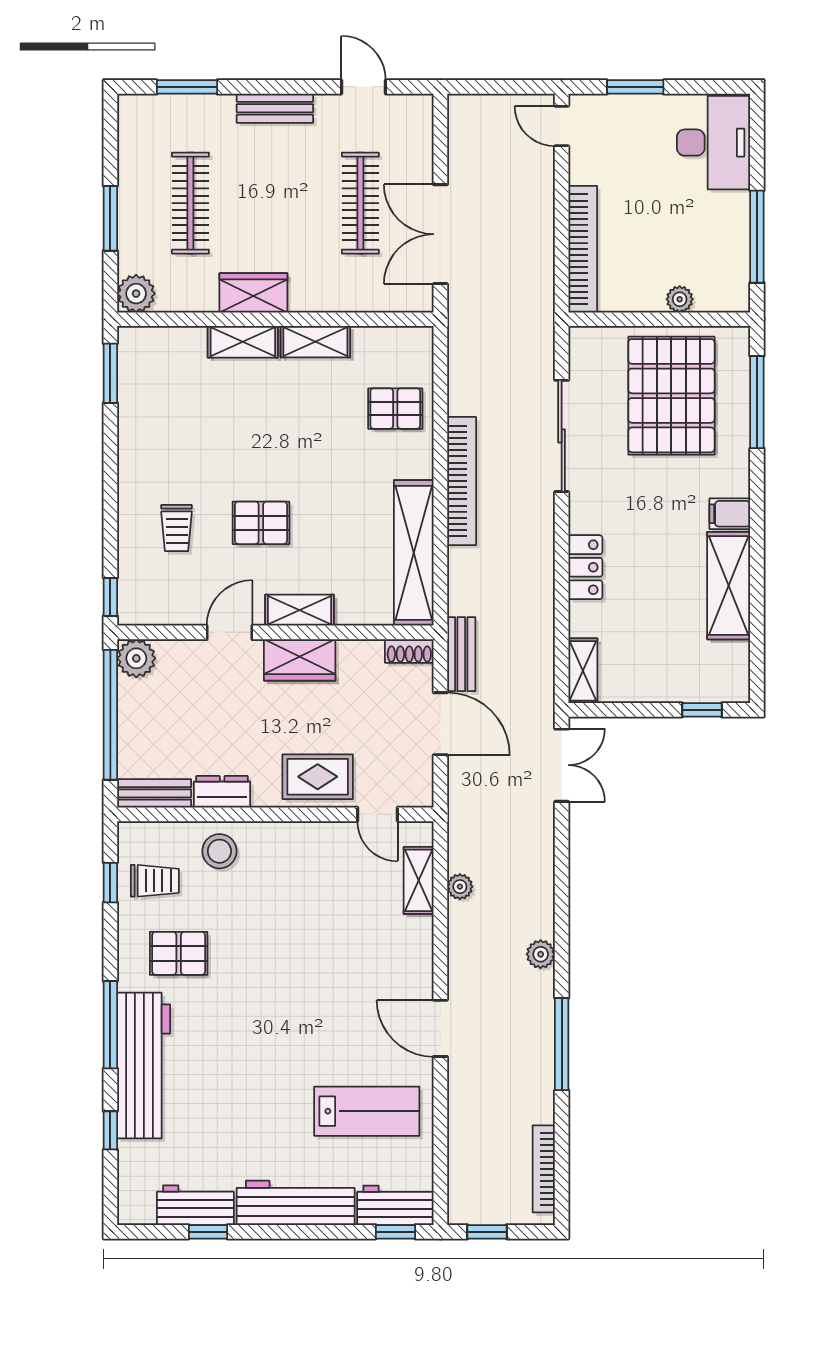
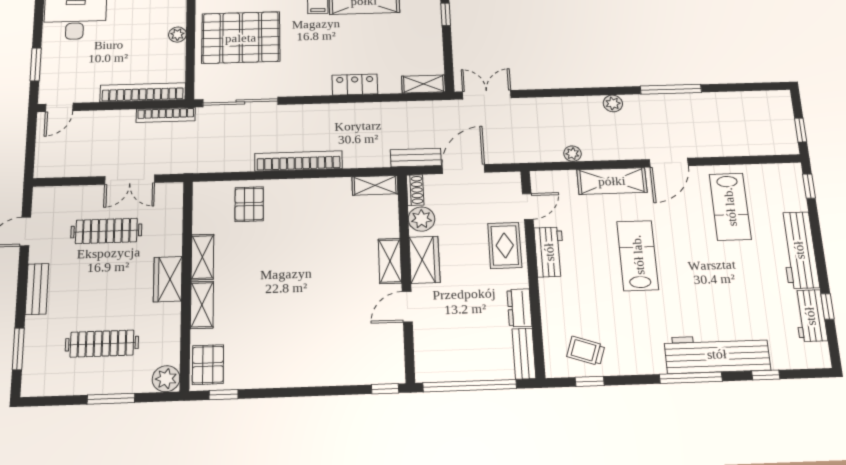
double door: (440, 234) -> (130, 180), width x0.73
wardrobe: (253, 293) -> (168, 279), moved
window: (110, 373) -> (224, 395), width x0.67
sliding door: (562, 436) -> (240, 102), moved
pallet: (261, 523) -> (208, 365), moved
trolley: (177, 528) -> (334, 345), removed
shelving: (414, 553) -> (375, 185), width x0.45, depth x0.75
door: (229, 632) -> (407, 307), hinge flipped
plant: (136, 658) -> (421, 219), moved
stool: (219, 851) -> (561, 308), removed
shelving: (419, 880) -> (612, 181), moved, width x1.50, depth x1.33
trolley: (155, 881) -> (586, 351), turned -71
pallet: (179, 953) -> (635, 333), removed
lab bench: (295, 968) -> (638, 255), added
lab bench: (367, 1111) -> (730, 207), turned 180
bookcase: (544, 1169) -> (166, 115), moved
workbench: (395, 1205) -> (549, 252), moved, turned 180

